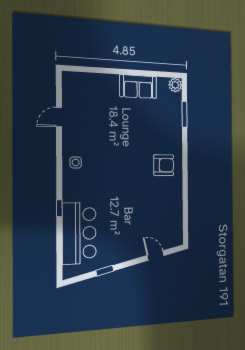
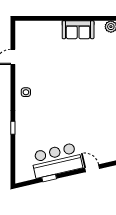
armchair: (164, 165) -> (100, 94), removed
bar counter: (79, 233) -> (57, 160), moved, turned -103

